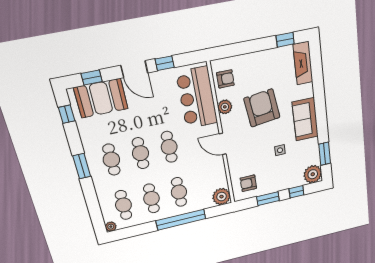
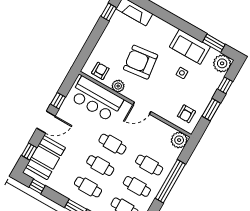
sofa: (305, 119) -> (190, 47), moved

